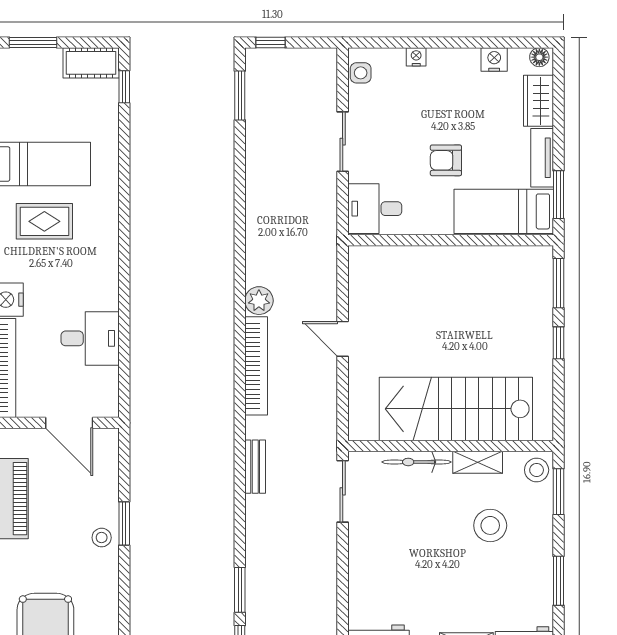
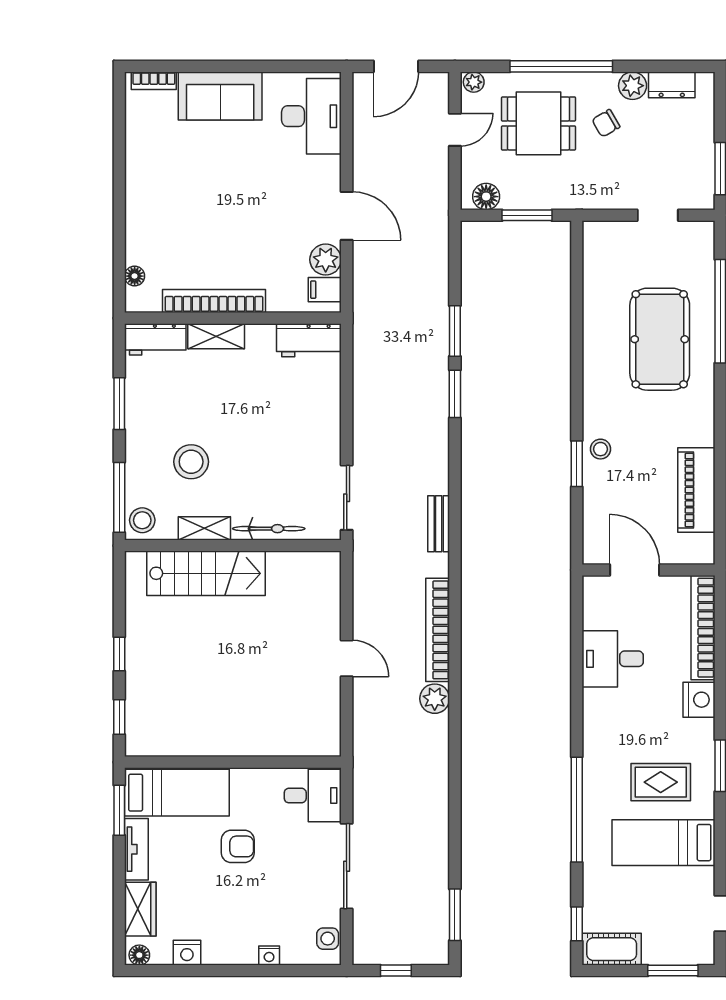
window: (271, 42) -> (396, 971), moved
sliding door: (343, 142) -> (347, 866), width x1.37
window: (124, 195) -> (577, 810), added
window: (558, 283) -> (119, 717), width x0.67
stairs: (456, 409) -> (206, 573), width x0.73, depth x0.66
window: (558, 492) -> (119, 497), width x1.44

